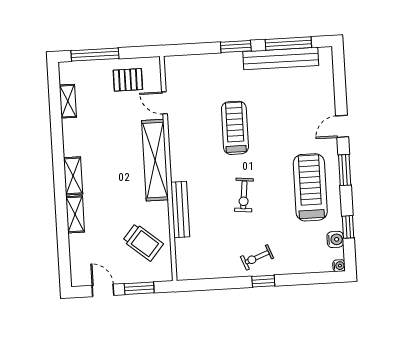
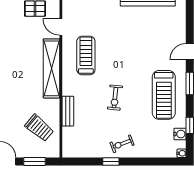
treadmill: (235, 128) -> (86, 56), moved
treadmill: (310, 187) -> (164, 95), turned 180
bench: (180, 210) -> (68, 111), width x0.73
window: (263, 281) -> (111, 161), moved

